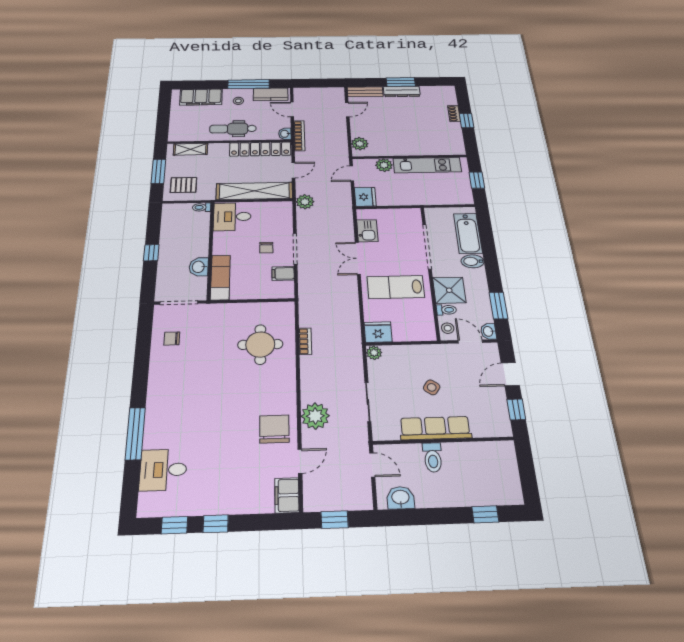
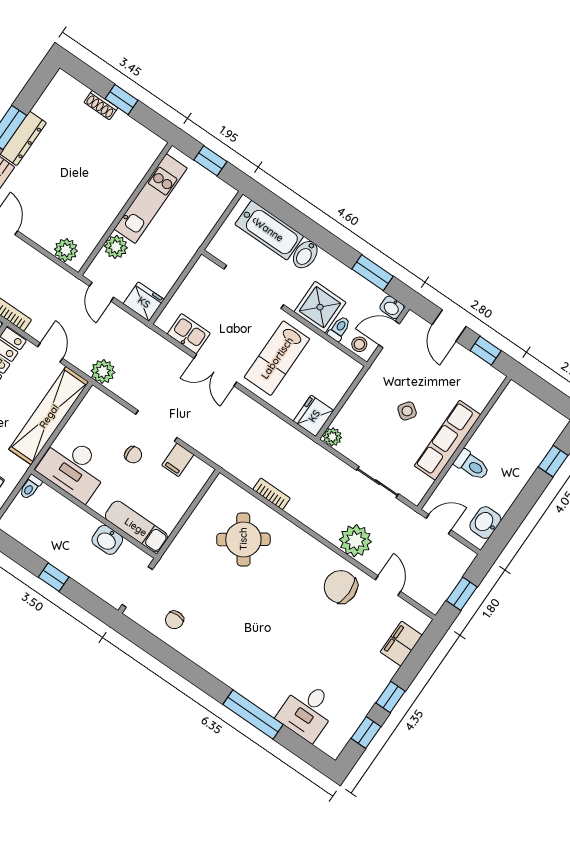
desk: (232, 217) -> (74, 468), width x1.37
round table: (260, 344) -> (243, 539), turned -35
filing cabinet: (287, 495) -> (401, 644), moved, turned 90

